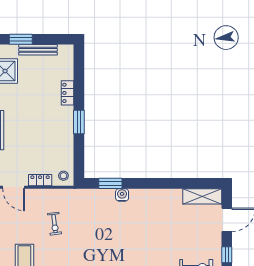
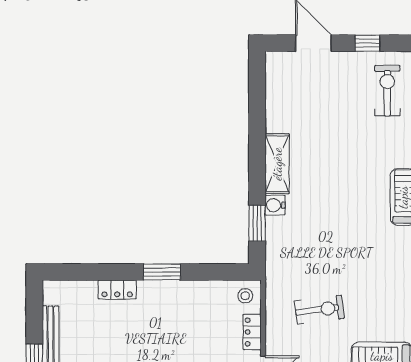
shelving: (202, 196) -> (277, 164), moved
exercise bike: (55, 224) -> (319, 310), width x1.38, depth x1.39

